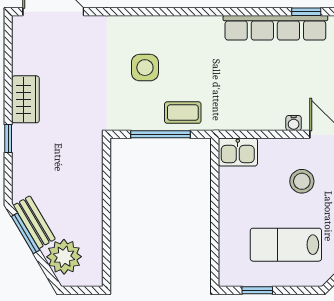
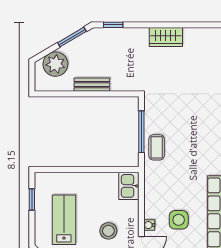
side table: (145, 68) -> (179, 220), moved
window: (8, 139) -> (113, 25), moved
bench: (34, 222) -> (92, 85), moved, turned 31

